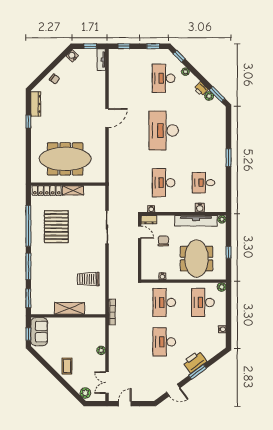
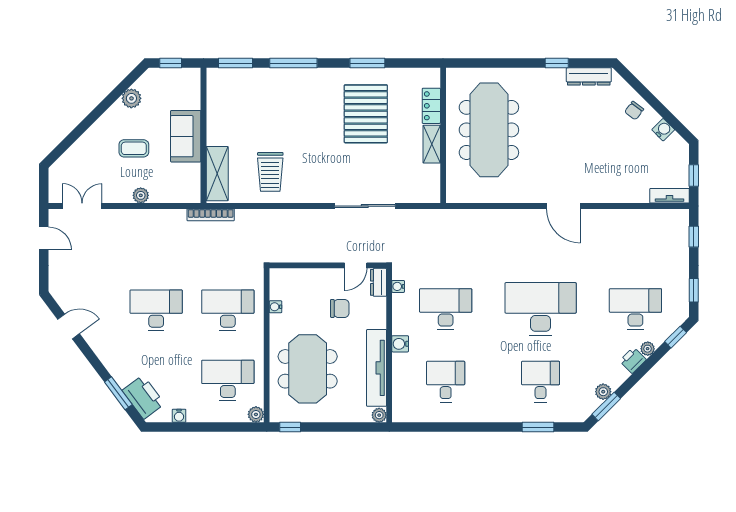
water cooler: (72, 56) -> (663, 130), moved
printer: (201, 89) -> (633, 360), moved
desk: (204, 130) -> (541, 382), added
window: (229, 158) -> (538, 427), moved
locker: (47, 191) -> (431, 106), width x0.66
water cooler: (200, 208) -> (400, 344), moved
window: (28, 226) -> (367, 63), width x0.47
pallet: (56, 227) -> (366, 114), turned 90
window: (229, 252) -> (290, 427), moved
meeting table: (197, 259) -> (308, 369), turned 90
trolley: (88, 279) -> (270, 172), turned 180
shelving: (69, 308) -> (217, 174), moved
sofa: (39, 332) -> (186, 136), moved, turned 90
printer: (195, 362) -> (143, 397), moved
coffee table: (67, 366) -> (134, 148), moved
window: (197, 372) -> (118, 393), moved
door: (173, 390) -> (69, 326), swing flipped
plant: (85, 393) -> (131, 98), moved

